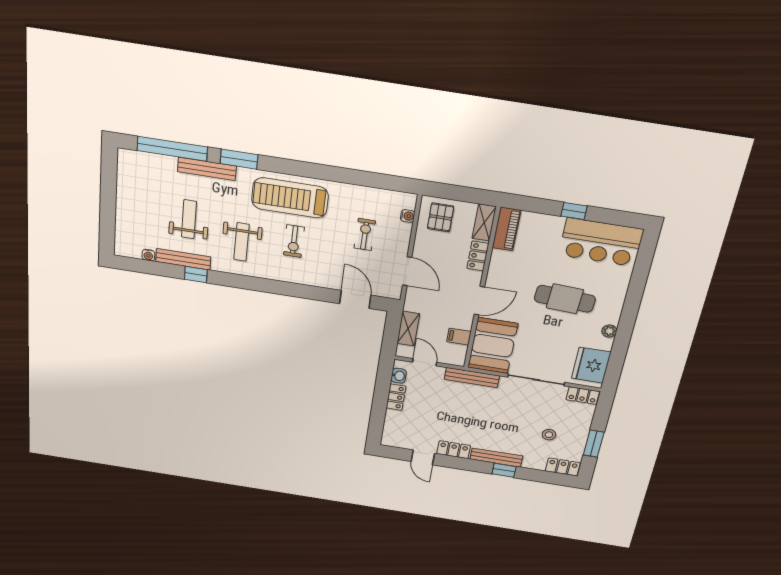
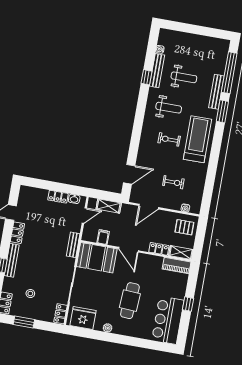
weight bench: (242, 242) -> (169, 108), turned 180
bench: (472, 378) -> (73, 245), width x0.73

